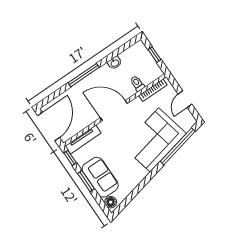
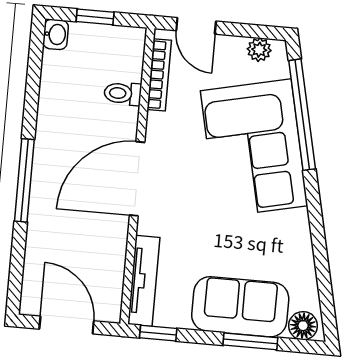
washbasin: (115, 63) -> (56, 34), moved
door: (185, 99) -> (196, 26), moved
plant: (187, 116) -> (259, 50), added
door: (49, 127) -> (67, 325), width x0.73
window: (86, 181) -> (250, 341), moved

